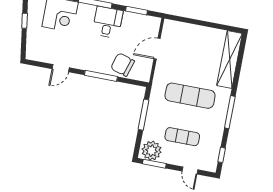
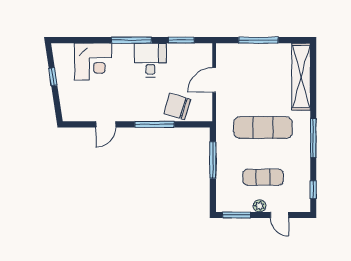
window: (200, 23) -> (258, 40), added
plant: (152, 151) -> (260, 206), moved, width x0.53, depth x0.53

